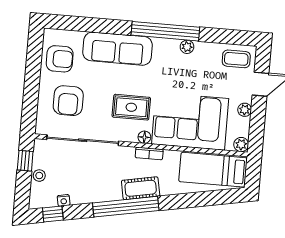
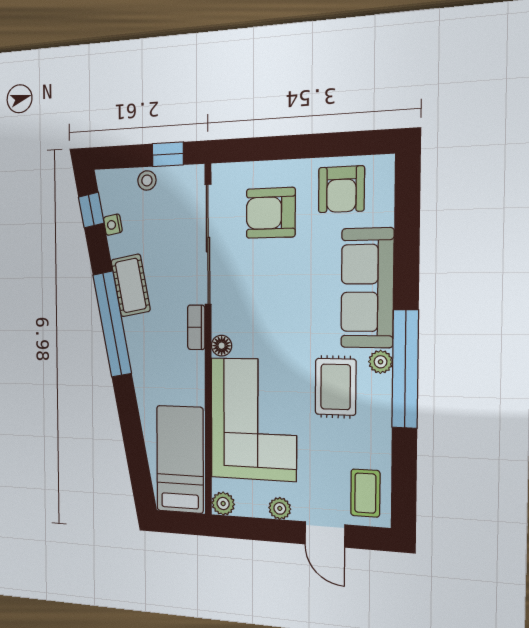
plant: (187, 47) -> (381, 362), moved
rug: (131, 107) -> (336, 387), moved
bookcase: (149, 154) -> (196, 327), moved
cot: (141, 188) -> (131, 285), moved

